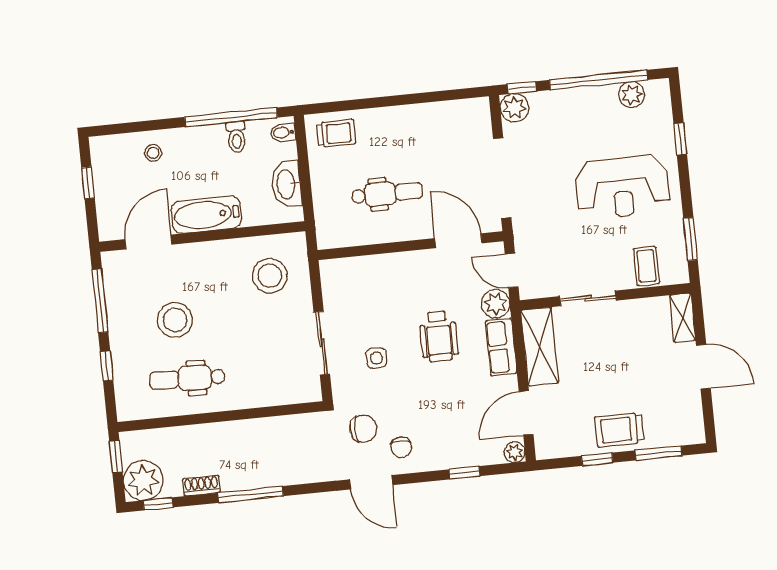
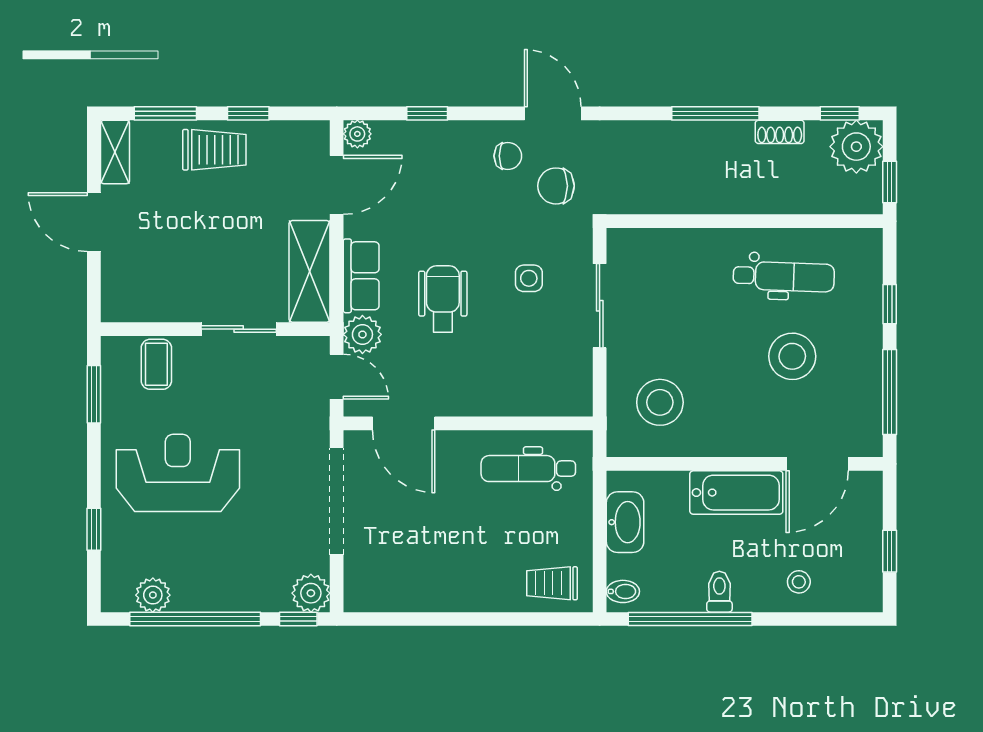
toilet: (236, 137) -> (719, 592), moved
dental chair: (387, 194) -> (528, 469), moved
shelving: (683, 318) -> (115, 152), moved
chair: (401, 447) -> (508, 156), turned 90

